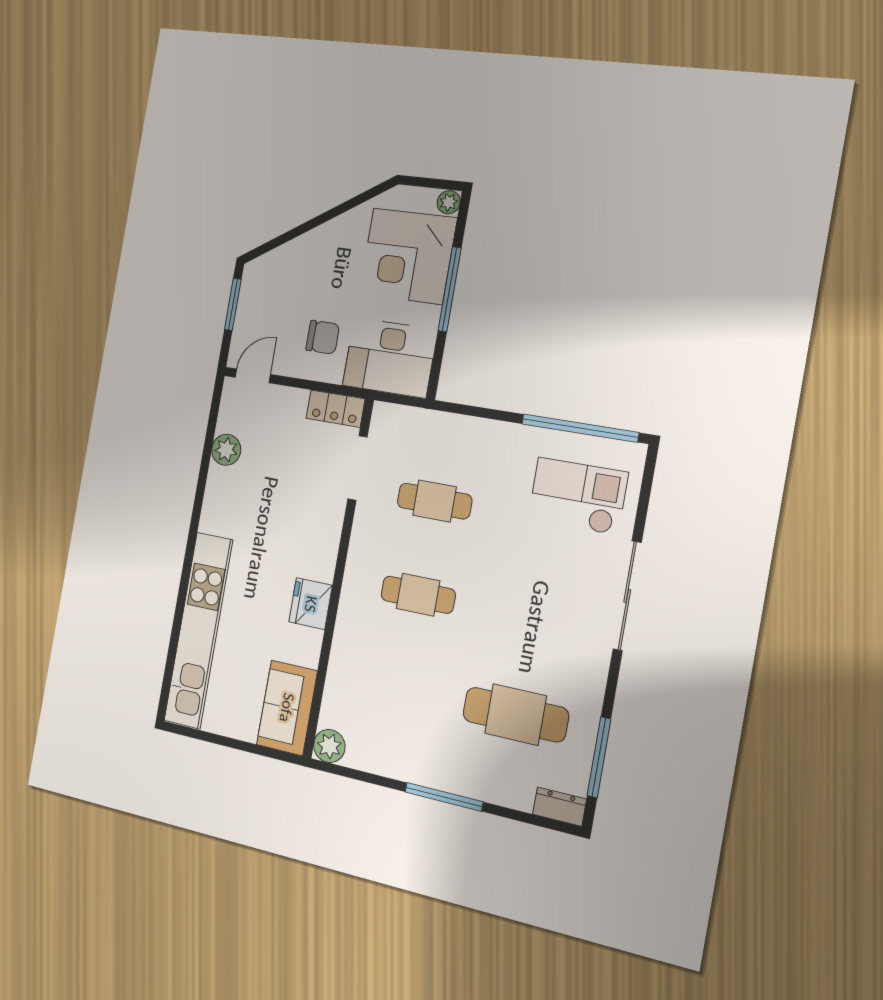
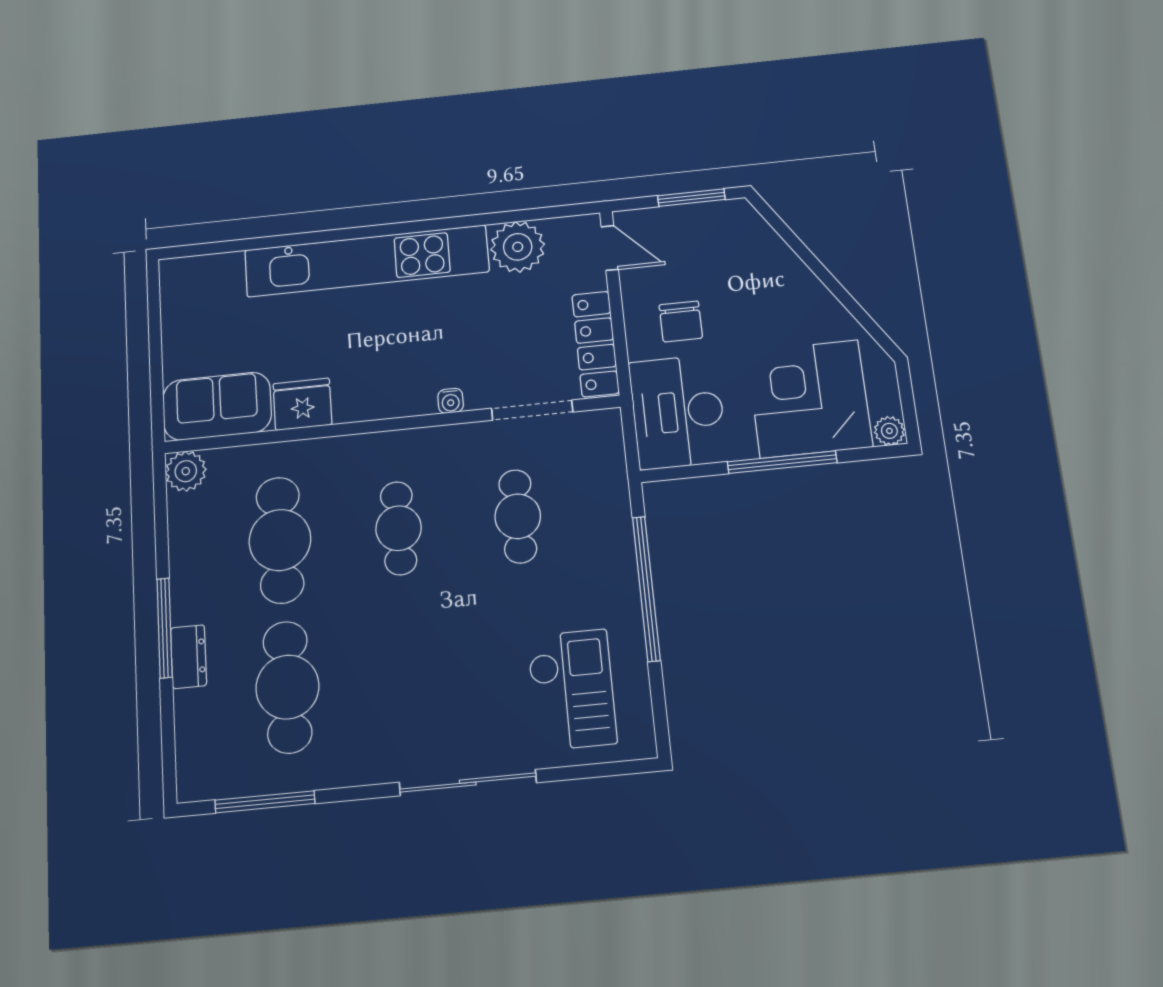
locker: (335, 409) -> (595, 344), width x1.53
window: (580, 428) -> (646, 589), moved
plant: (226, 450) -> (518, 247), width x1.36, depth x1.36
water cooler: (333, 528) -> (451, 401), added
fridge: (311, 604) -> (302, 404), moved
kitchen unit: (198, 630) -> (366, 261), moved
cafe table: (402, 688) -> (280, 540), added
dresser: (560, 807) -> (189, 657), moved

